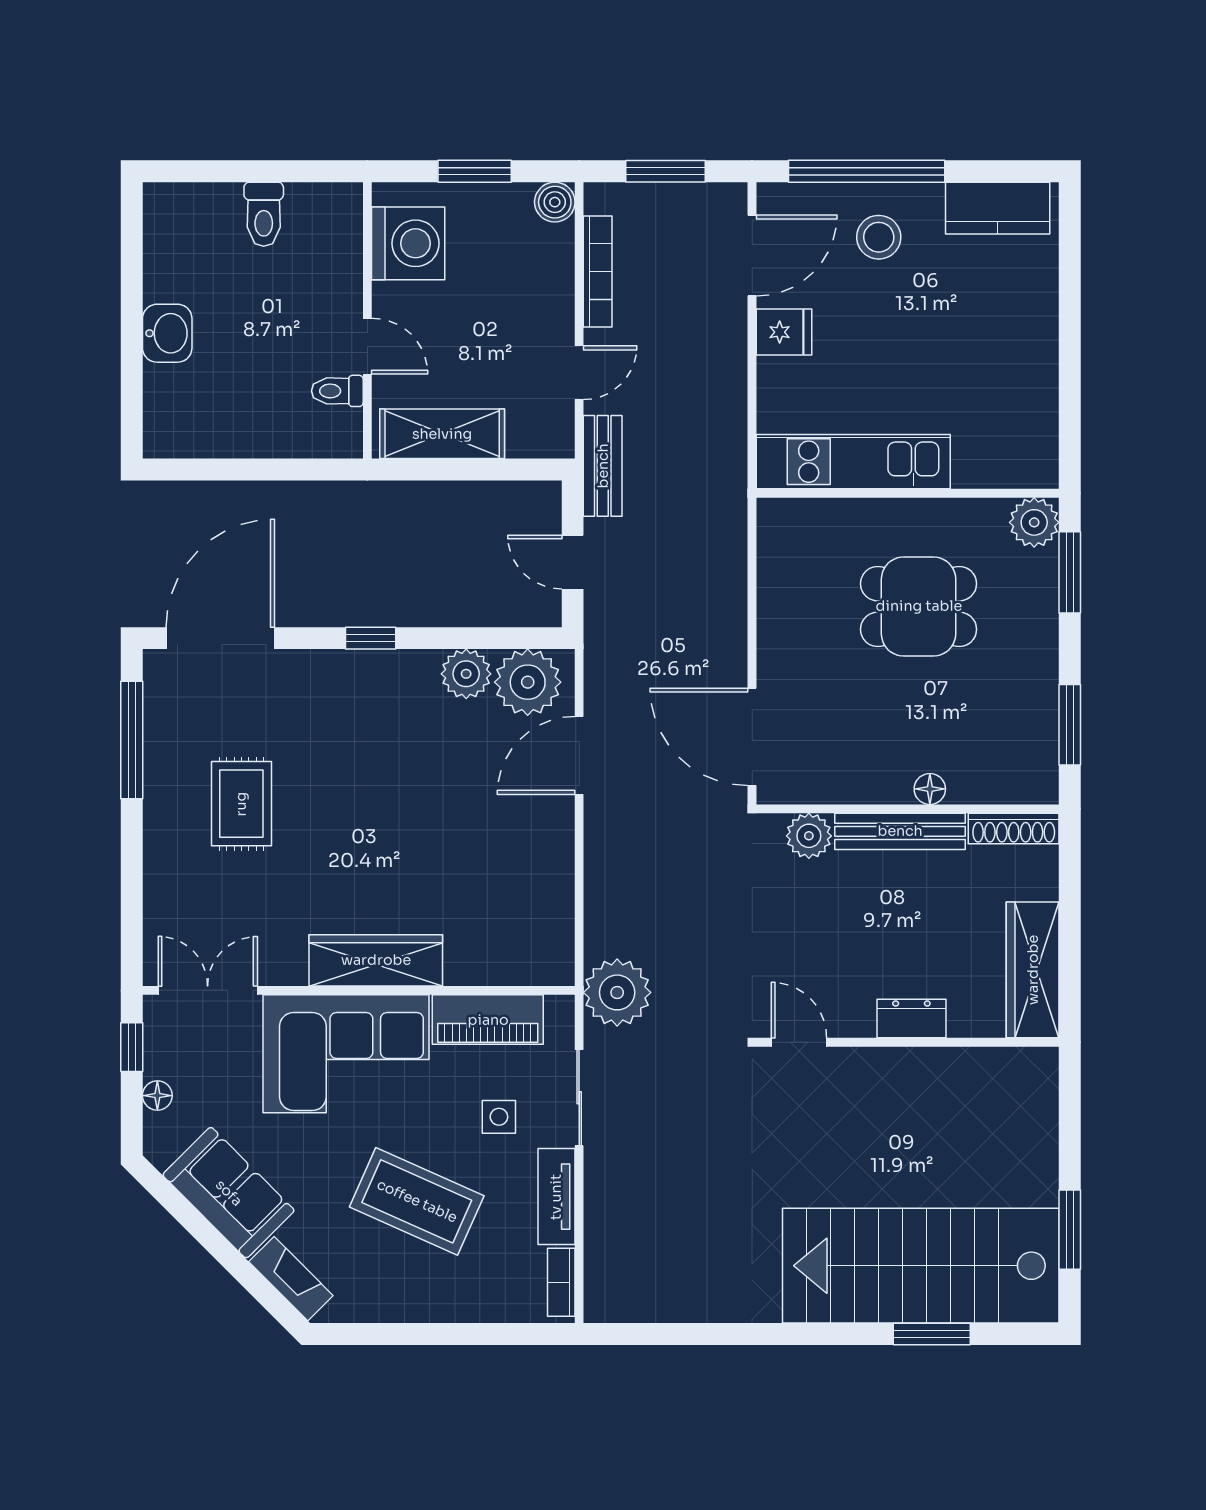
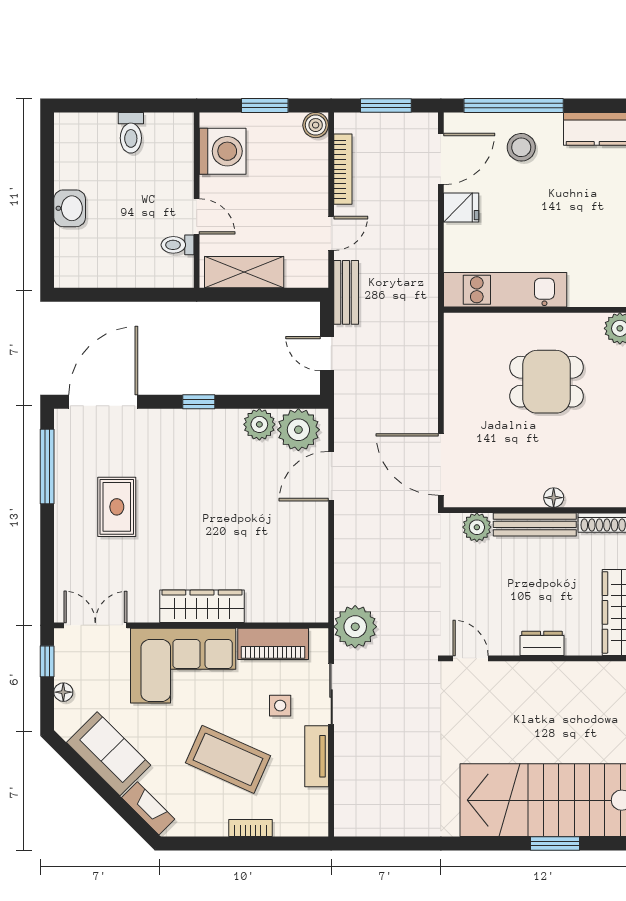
bookcase: (561, 1282) -> (251, 828), moved, turned 90

